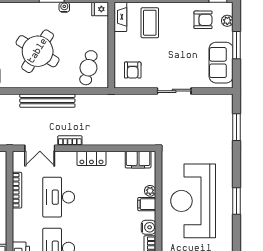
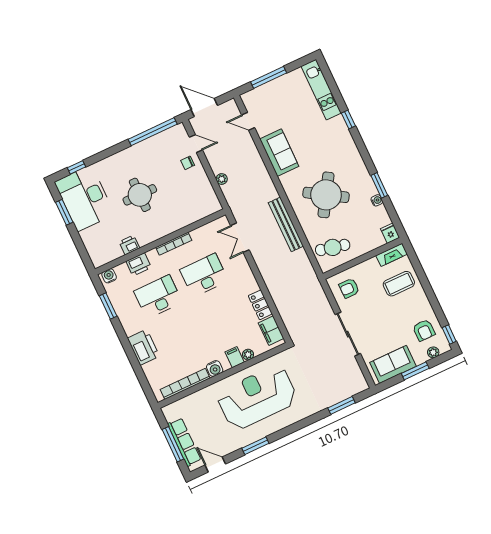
sliding door: (174, 91) -> (348, 334), width x1.37
bookcase: (70, 141) -> (259, 261), removed
locker: (91, 158) -> (260, 305), moved
bookcase: (17, 190) -> (174, 244), moved
window: (236, 201) -> (255, 446), moved

